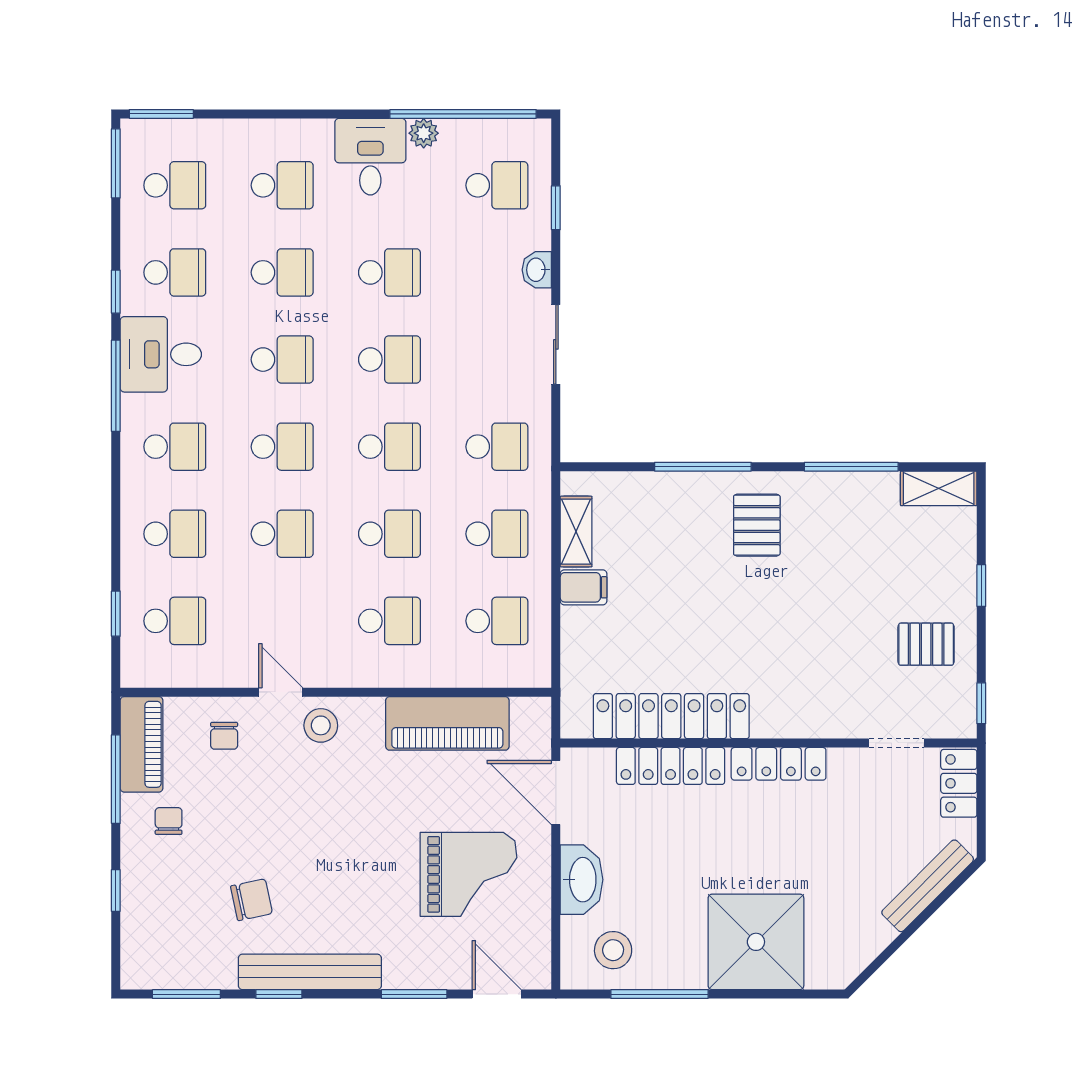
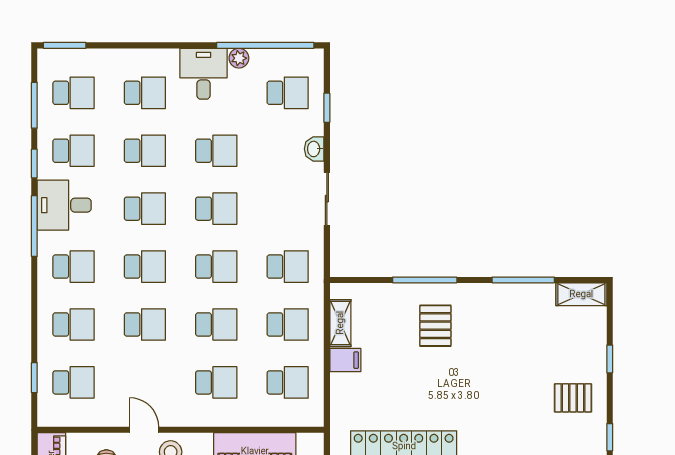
window: (116, 163) -> (34, 105), moved
pallet: (757, 525) -> (435, 326), moved

